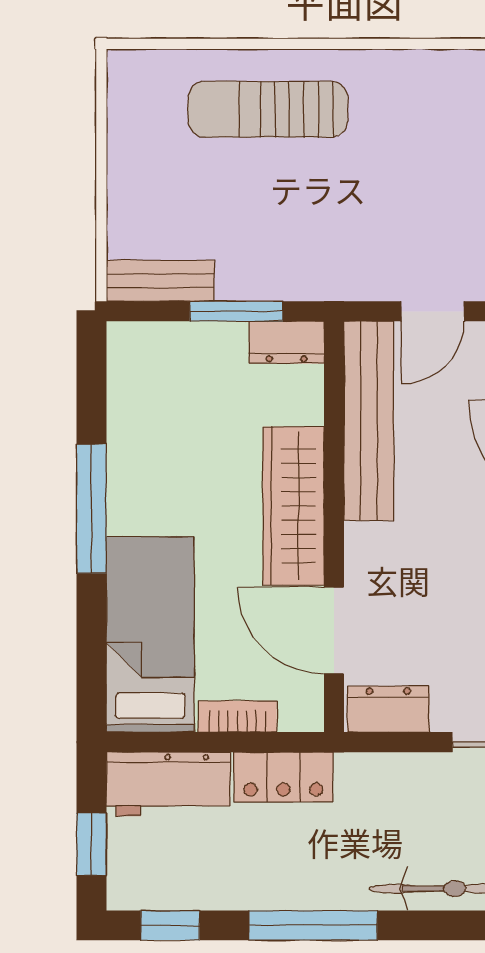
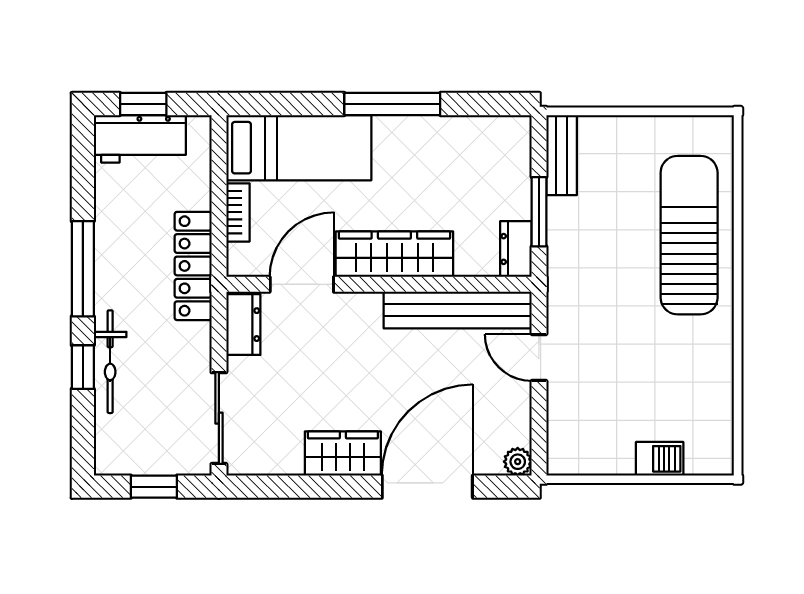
sun lounger: (268, 109) -> (689, 235), width x1.36, depth x1.34
locker: (283, 777) -> (193, 266), width x1.53
workbench: (168, 784) -> (140, 139), moved, turned -90
window: (170, 925) -> (83, 367), moved

